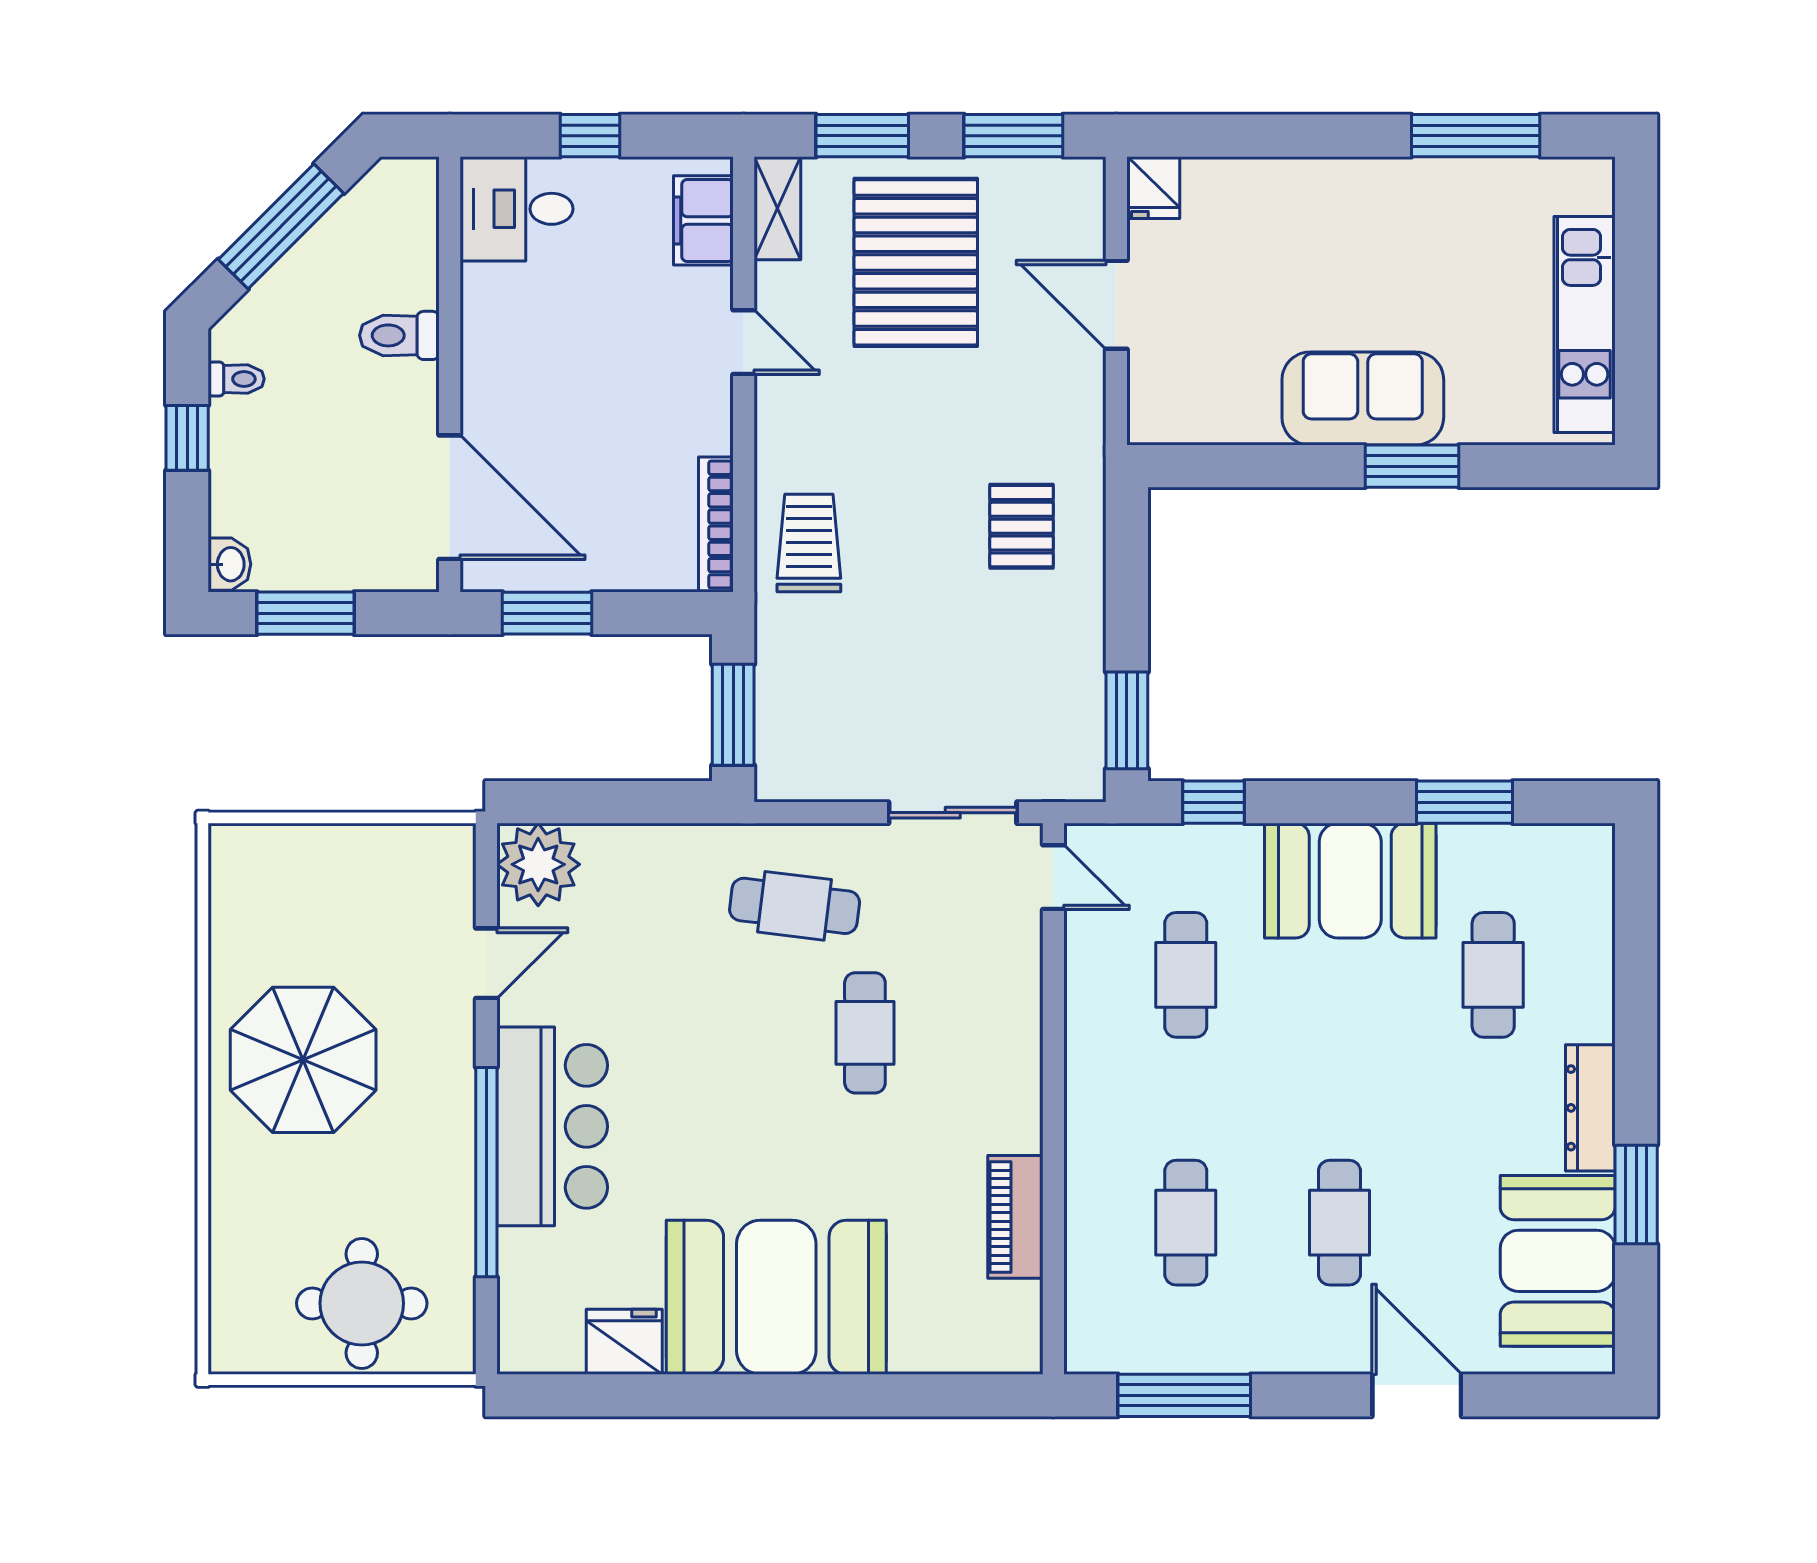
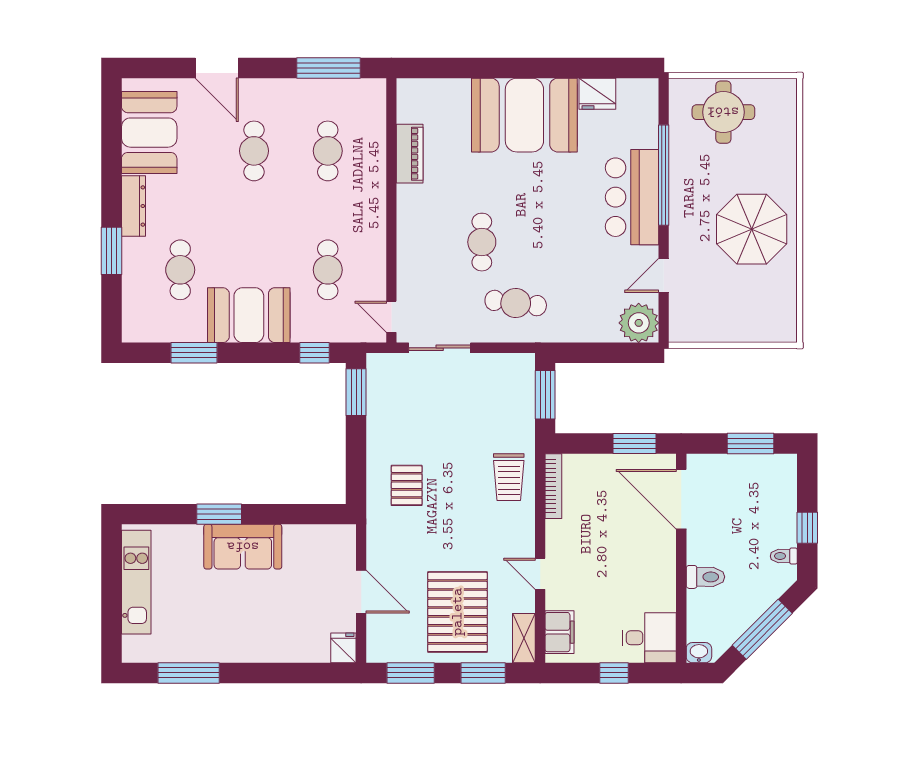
washbasin: (229, 564) -> (699, 653), moved, turned 90
window: (1636, 1195) -> (112, 251), moved

